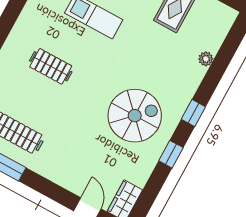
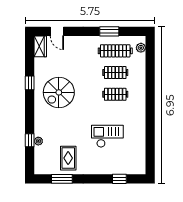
clothes rail: (33, 99) -> (115, 73), added
window: (193, 113) -> (30, 140), moved

